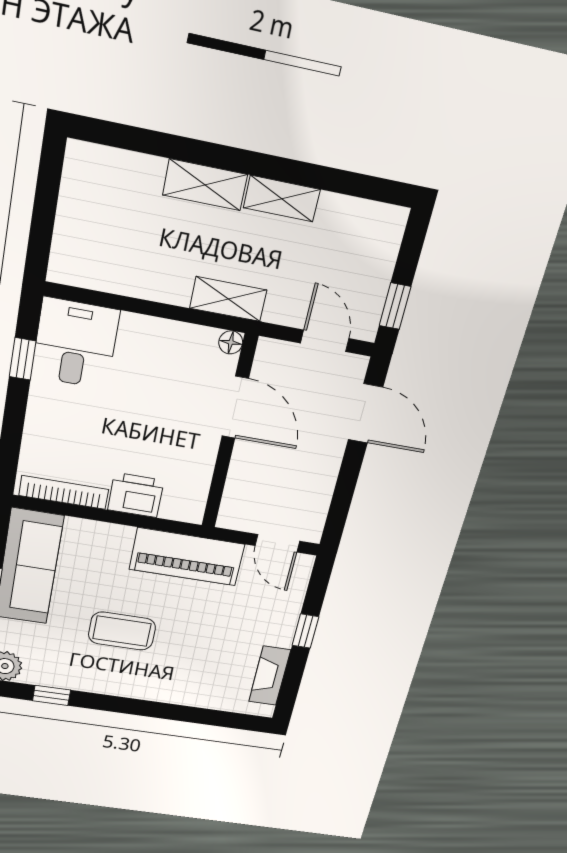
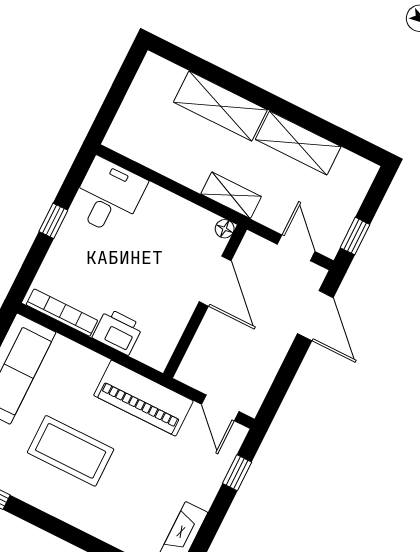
shelving: (205, 185) -> (220, 106), width x1.50, depth x1.33
shelving: (282, 199) -> (298, 143), width x1.50, depth x1.33
window: (23, 359) -> (53, 221), moved
coffee table: (122, 631) -> (71, 451), width x1.36, depth x1.32
window: (305, 631) -> (237, 473), moved

